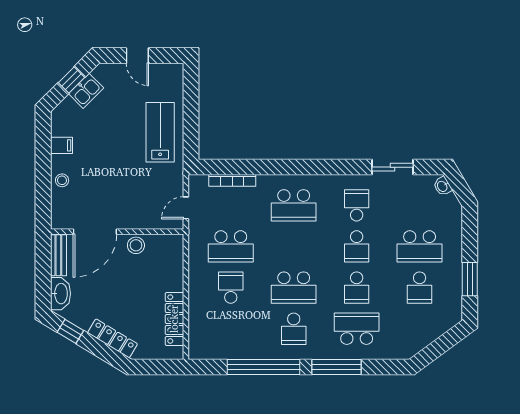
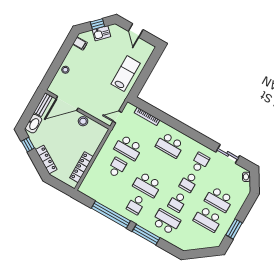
filing cabinet: (61, 145) -> (80, 43), moved
school desk: (420, 288) -> (208, 219), width x1.85

